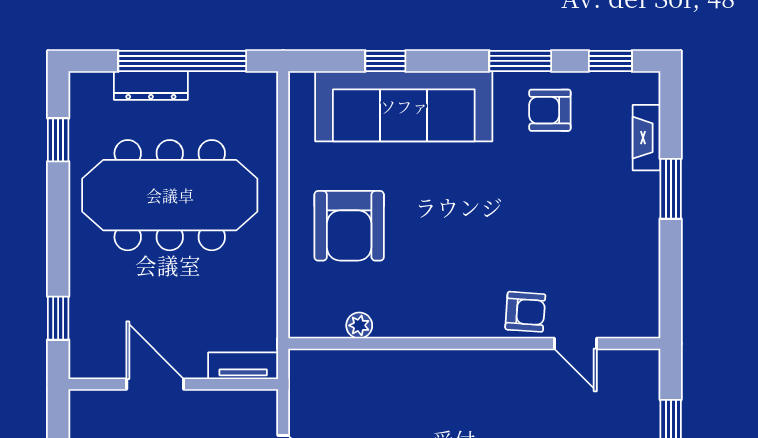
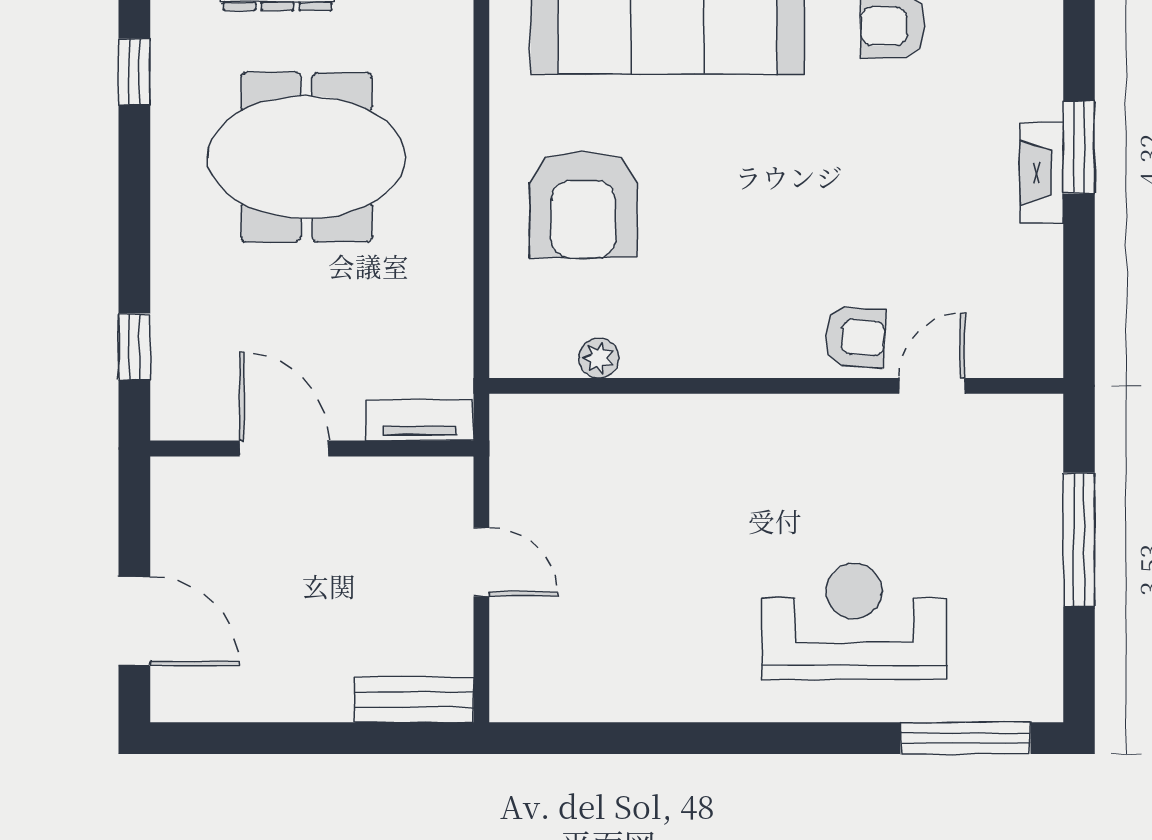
fireplace: (646, 138) -> (1042, 173), moved
meeting table: (170, 195) -> (307, 157), width x0.73
door: (575, 343) -> (932, 386), swing flipped

